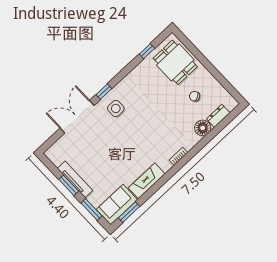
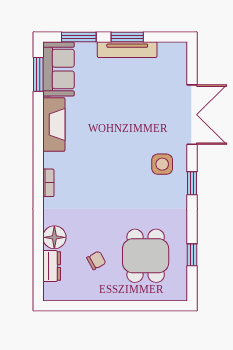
dining table: (175, 62) -> (146, 256), moved, turned 90
window: (104, 92) -> (192, 183), moved

